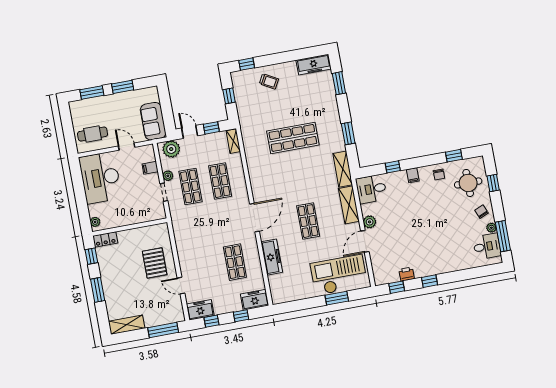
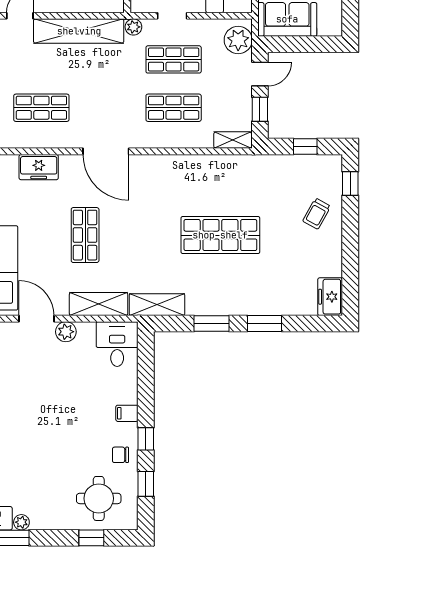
freezer: (314, 65) -> (330, 297), width x0.71
window: (339, 83) -> (264, 324), moved
shop shelf: (293, 138) -> (220, 235), turned 90
window: (393, 167) -> (146, 439), moved
plant: (168, 176) -> (133, 27), moved
chair: (481, 212) -> (50, 511), removed
shop shelf: (308, 221) -> (85, 235), turned 90
shelving: (184, 248) -> (79, 31), added
freezer: (272, 257) -> (39, 167), width x0.71

